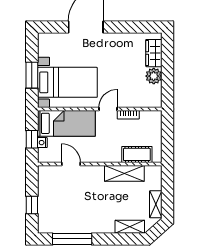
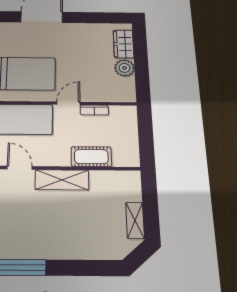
cot: (137, 154) -> (91, 157), moved
shelving: (124, 173) -> (62, 180), moved
shelving: (130, 227) -> (100, 251), removed

